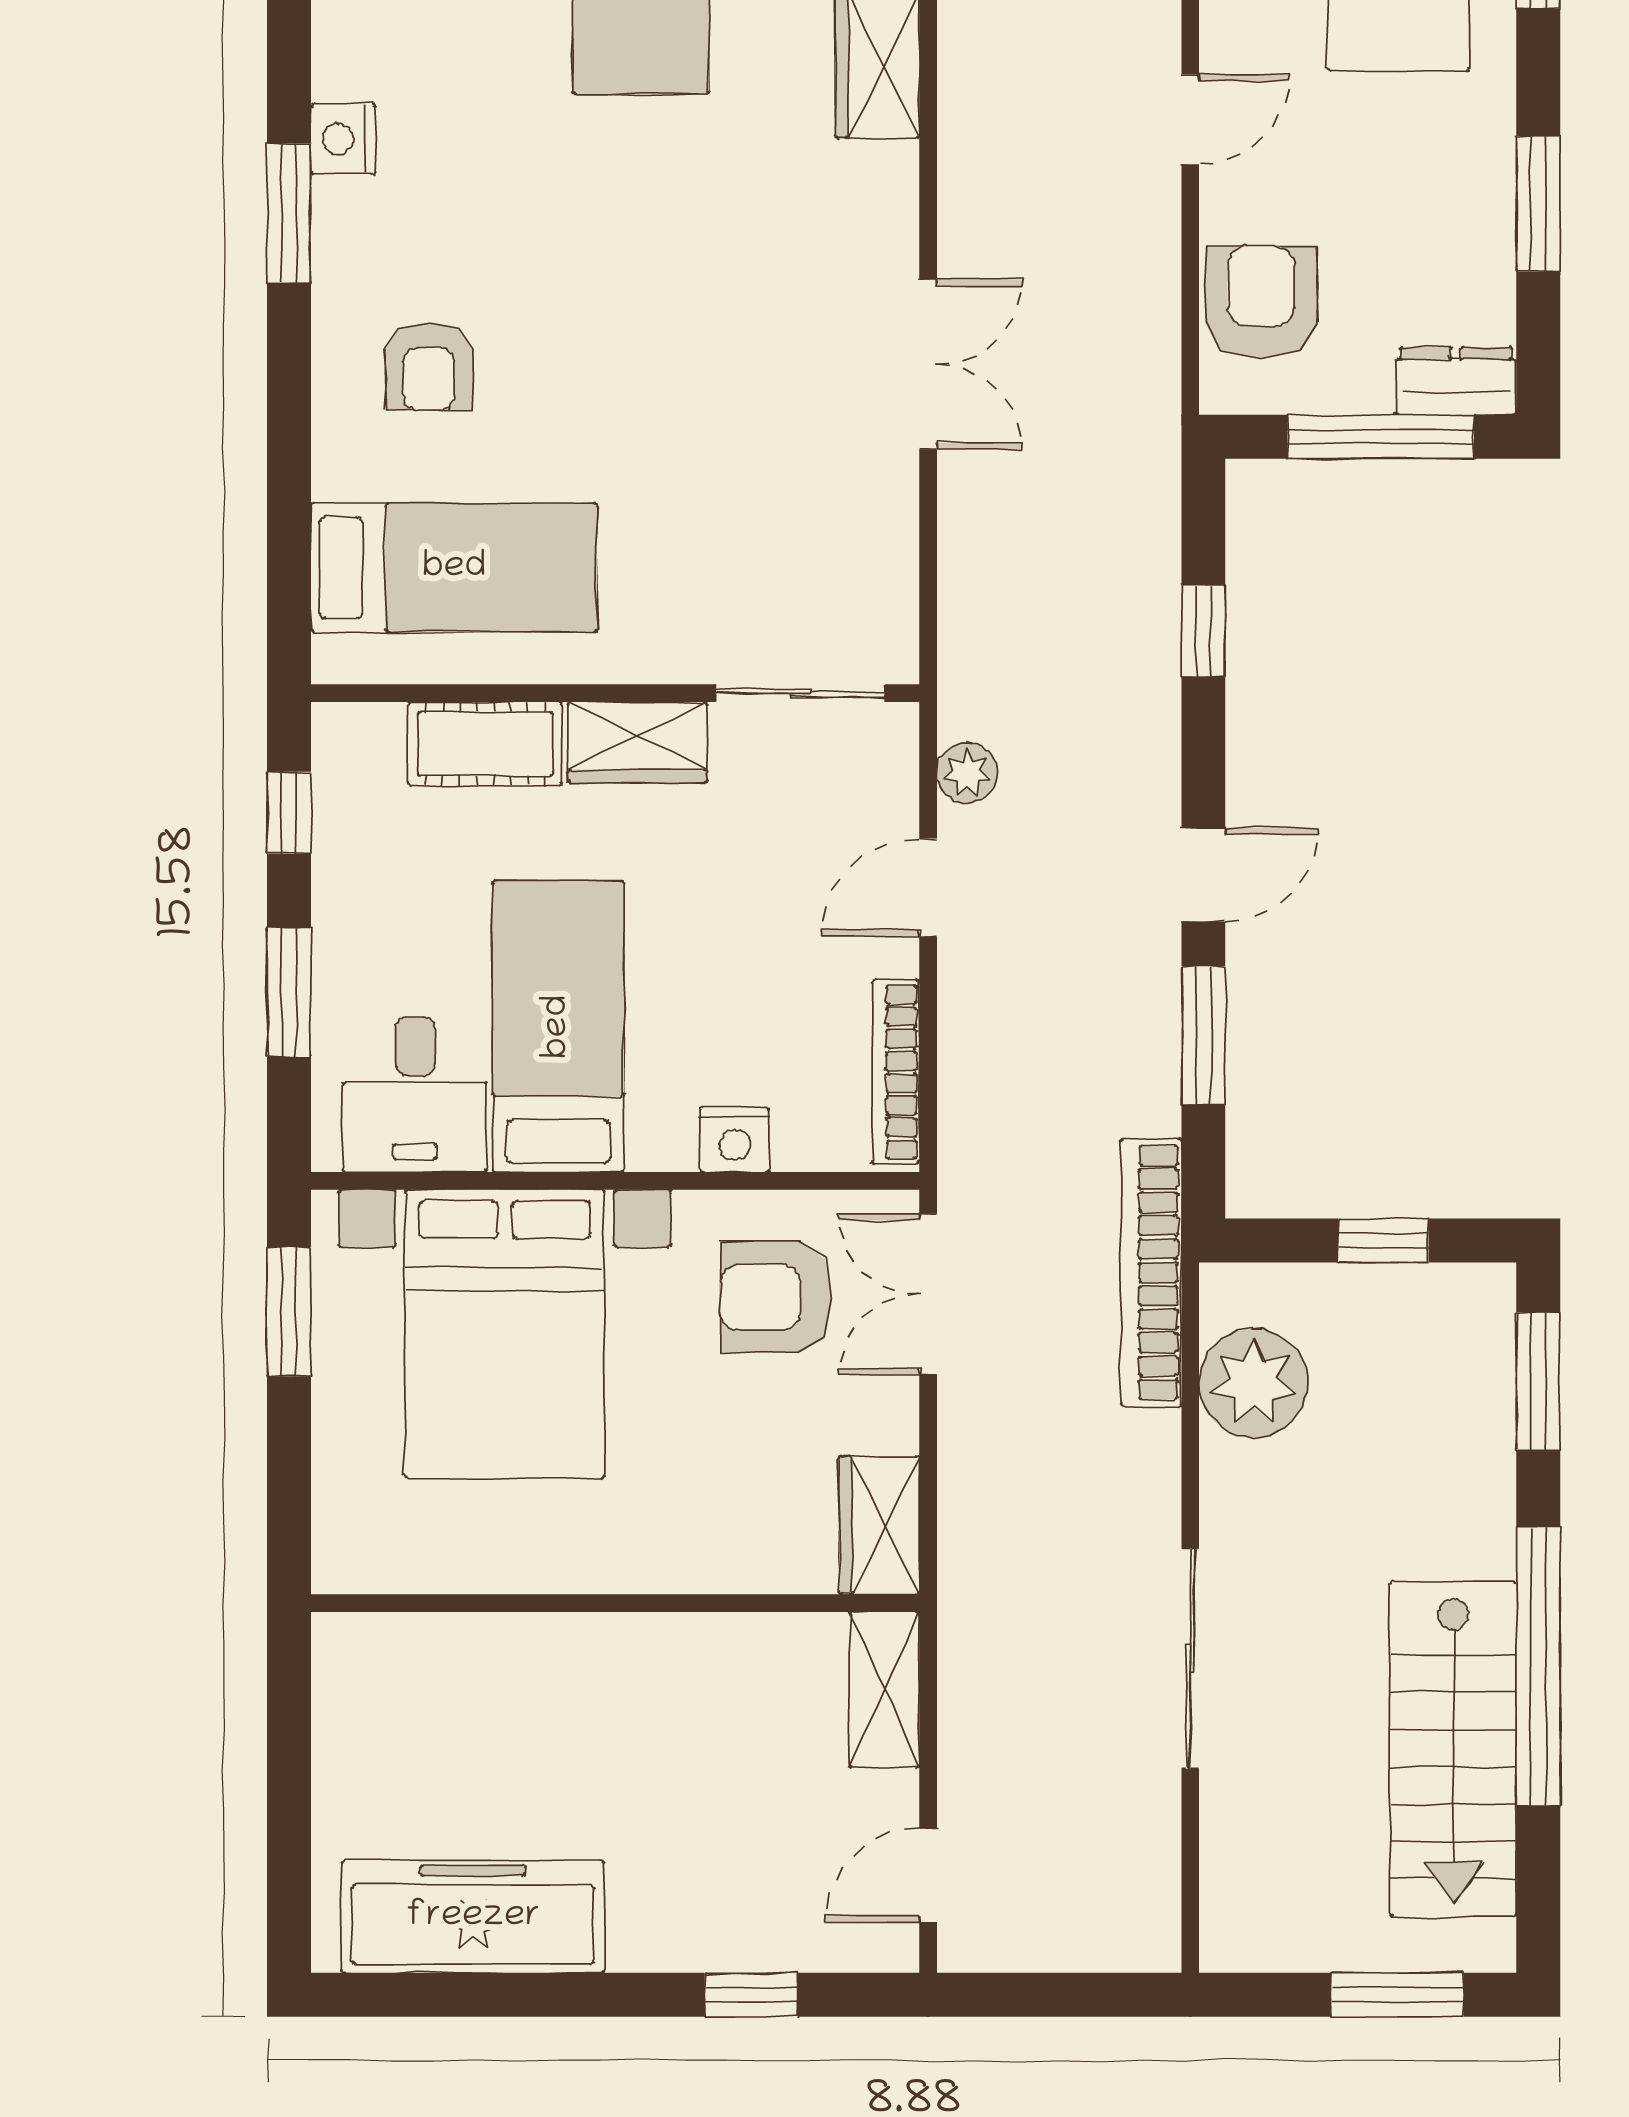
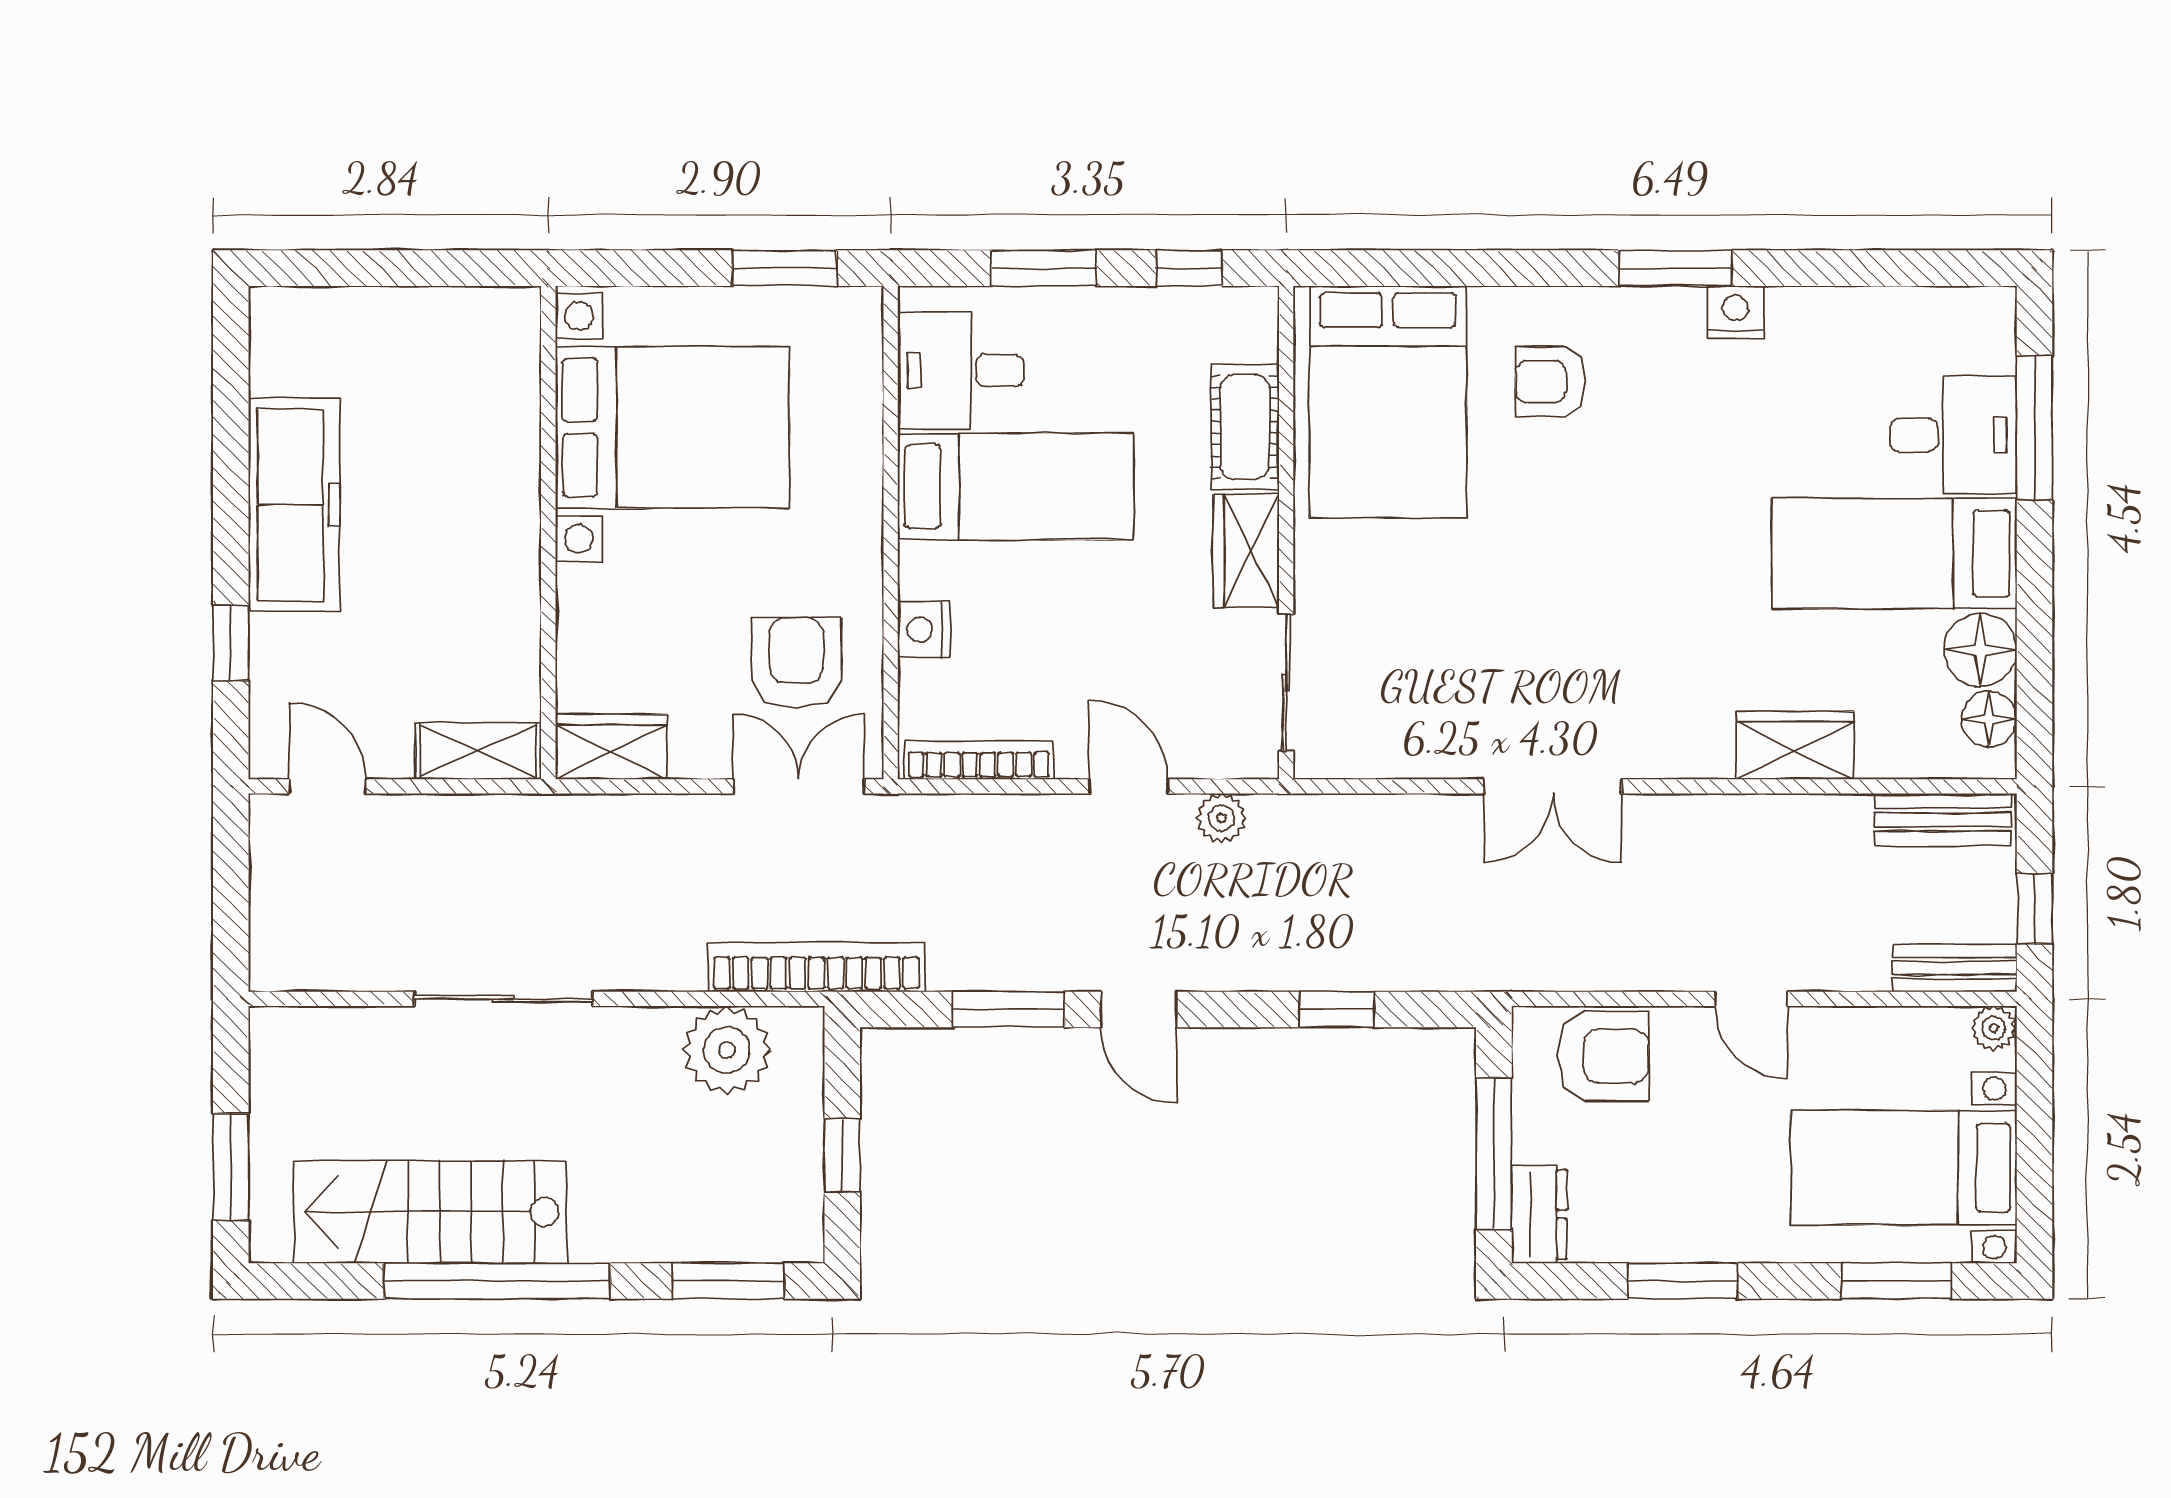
bed: (454, 568) -> (1388, 402), width x1.50
bed with nightstands: (505, 1334) -> (672, 427), moved, turned 180
freezer: (473, 1917) -> (294, 505), moved

